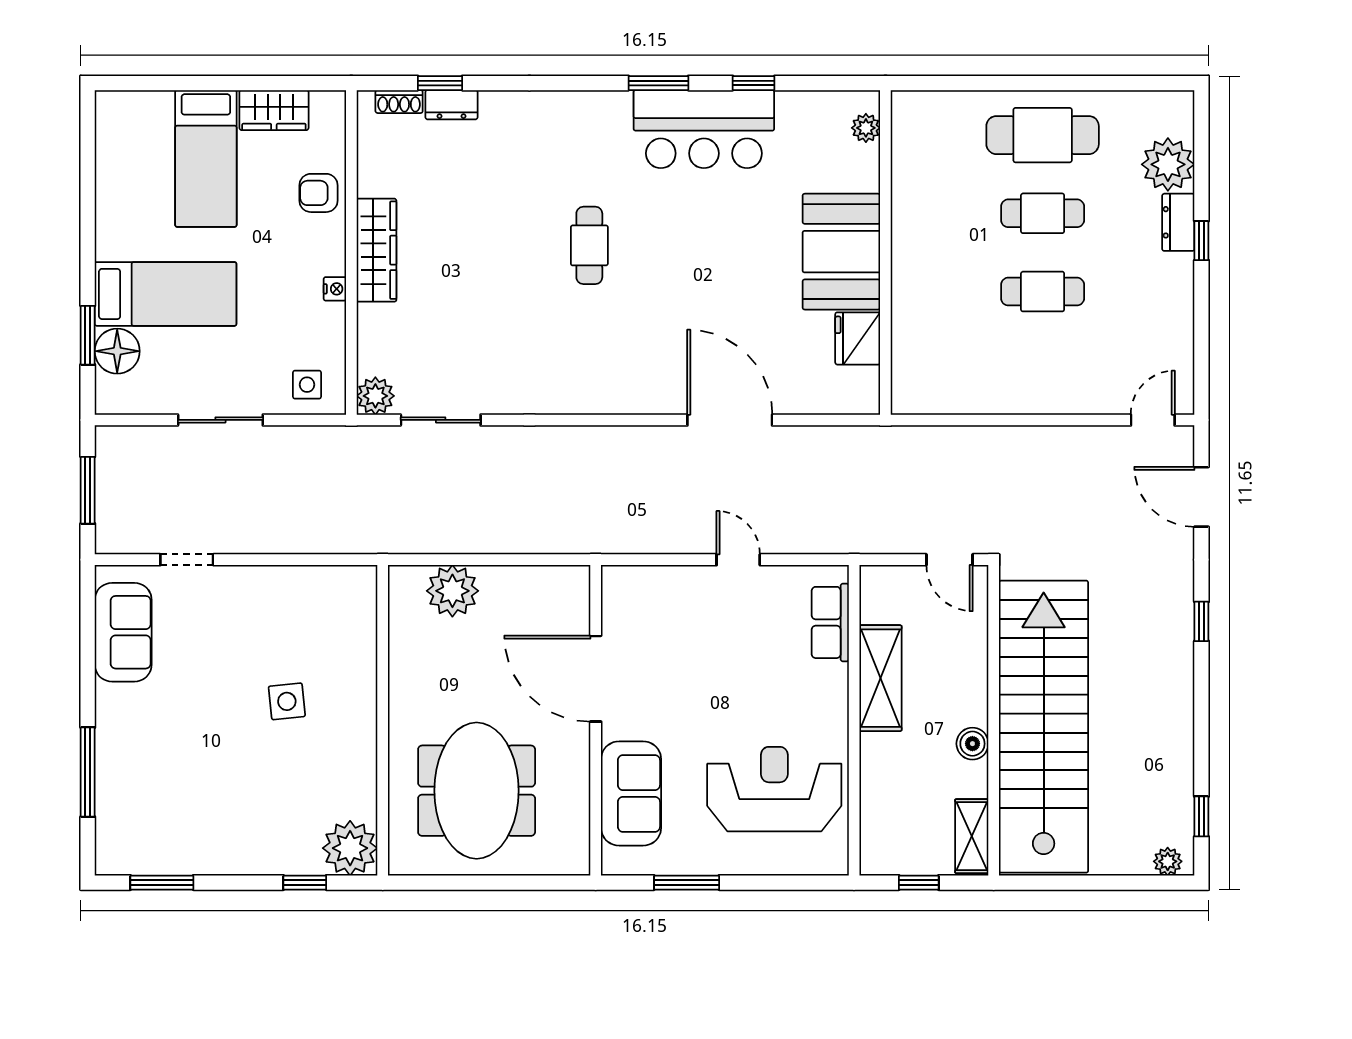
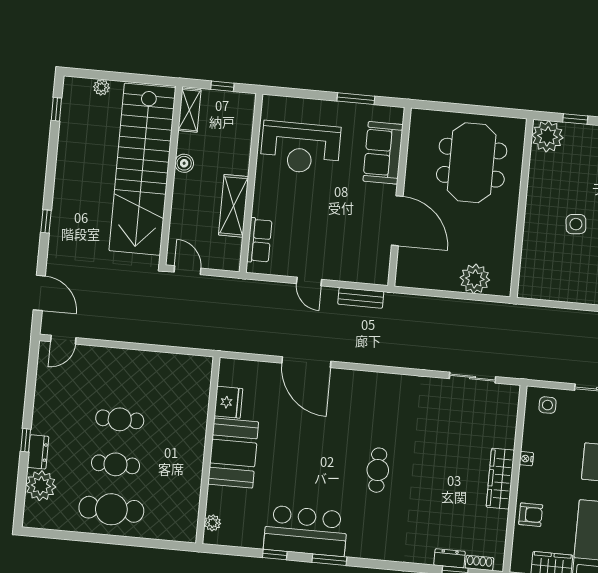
plant: (375, 396) -> (509, 395), removed
bench: (646, 540) -> (361, 298), added
plant: (1168, 861) -> (101, 87), moved

